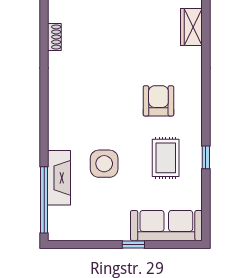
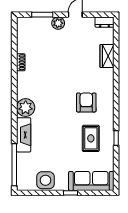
plant: (62, 109) -> (26, 108), added
side table: (104, 164) -> (45, 180), moved
fireplace: (59, 178) -> (24, 135), moved

